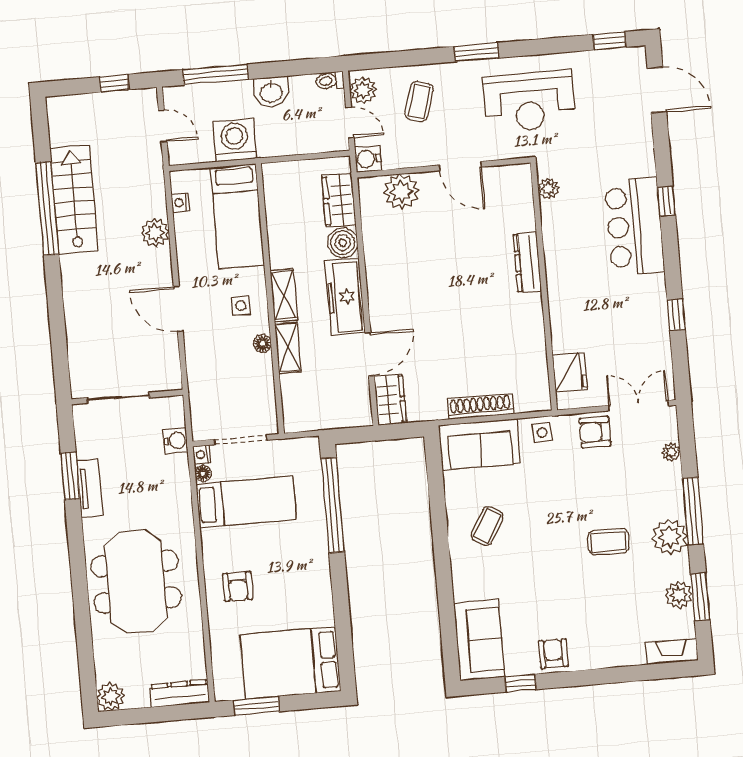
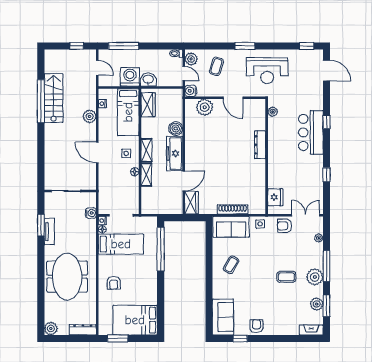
washbasin: (271, 92) -> (148, 80), moved, turned 180
wardrobe: (339, 200) -> (148, 105), moved, turned 180

